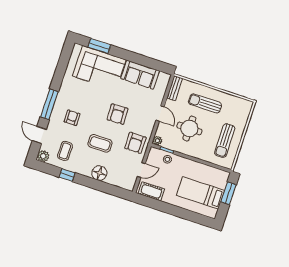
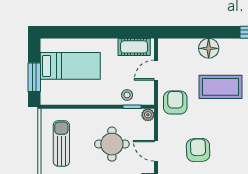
armchair: (118, 114) -> (198, 150), moved
coffee table: (100, 143) -> (220, 87), width x1.36, depth x1.32

